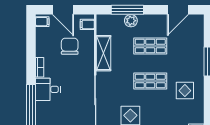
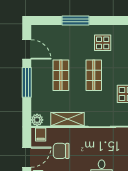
window: (127, 10) -> (27, 82), moved
plant: (131, 21) -> (37, 120), moved

